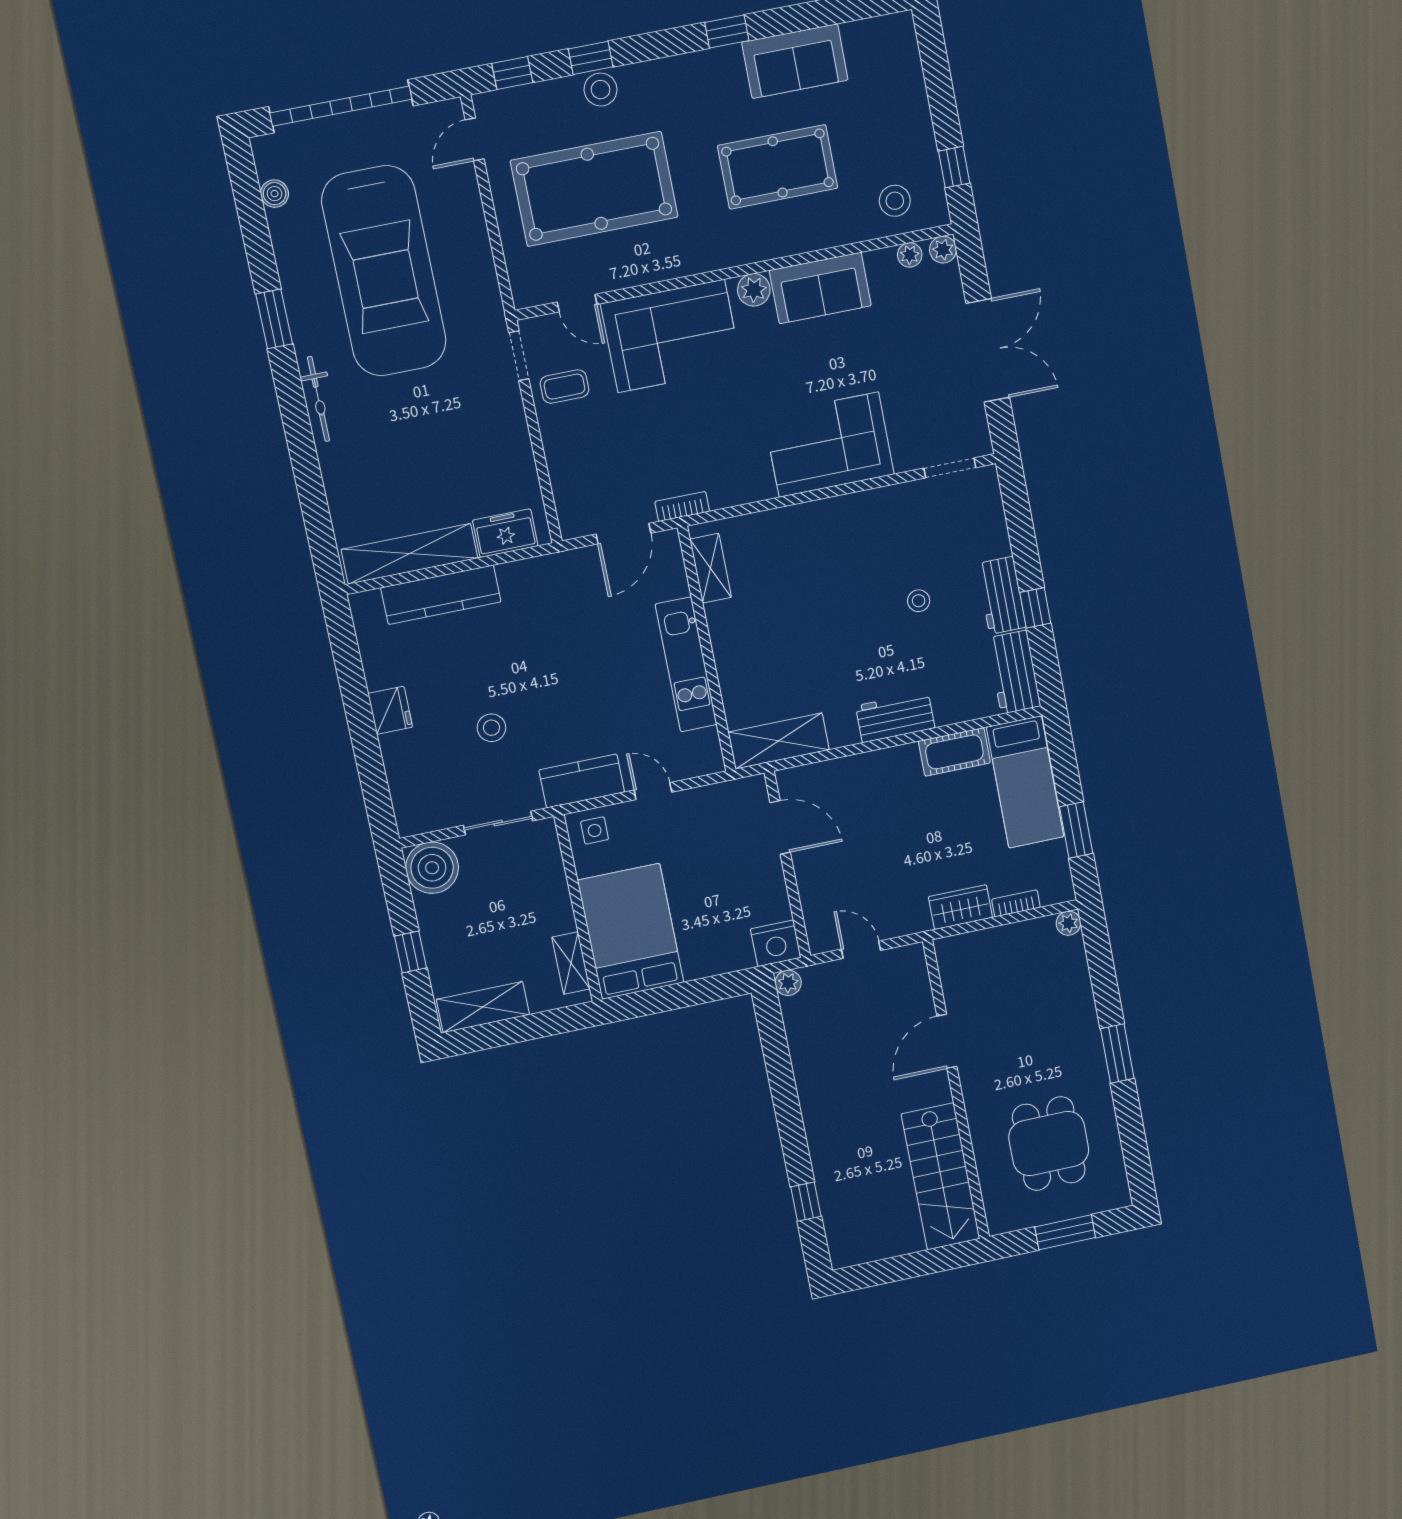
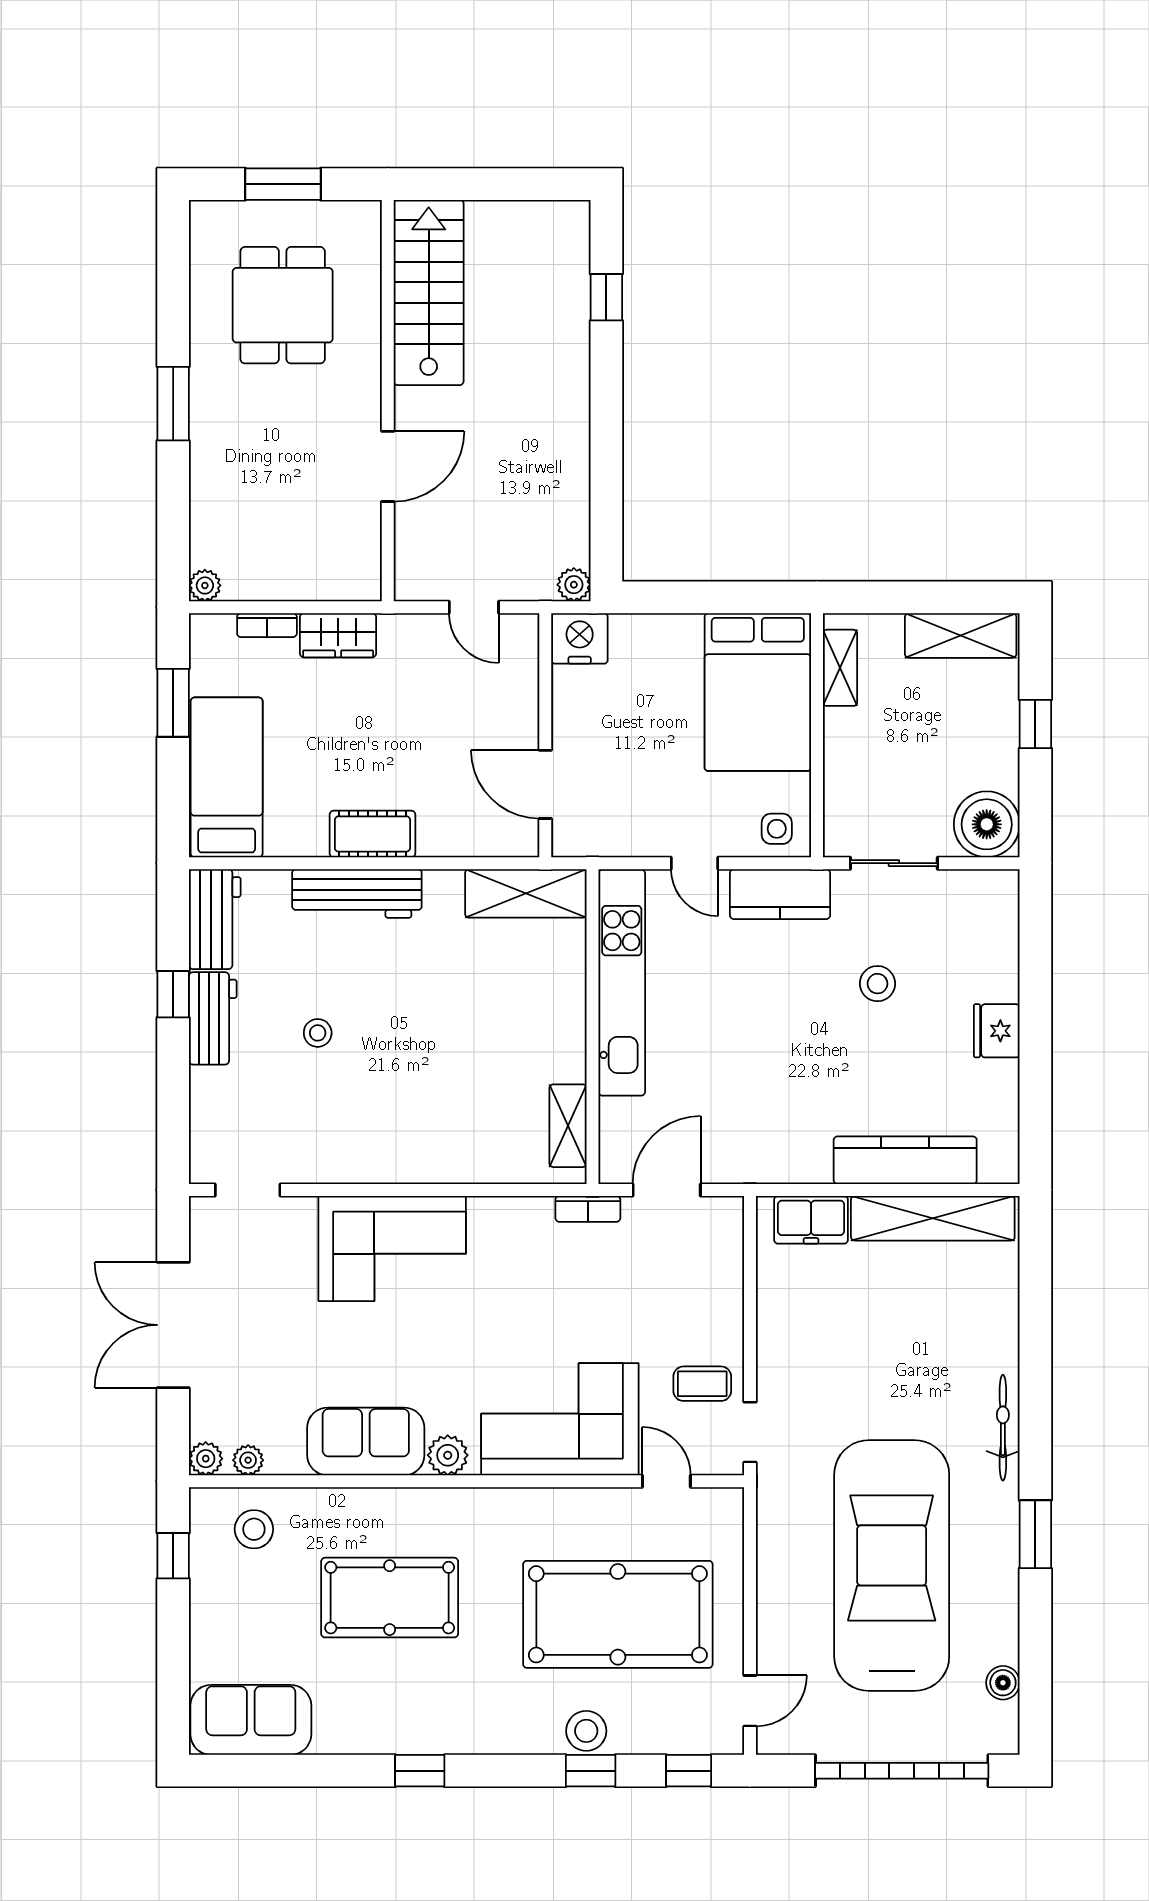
sofa: (795, 61) -> (251, 1720), moved
kitchen unit: (686, 664) -> (622, 983), width x1.36
workbench: (895, 717) -> (357, 893), width x1.38
cot: (954, 752) -> (372, 834), moved

